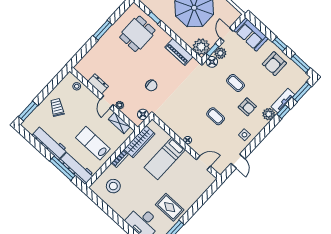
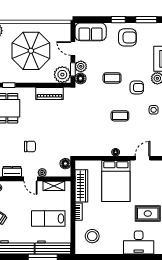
armchair: (274, 64) -> (127, 37), turned -90
chair: (151, 85) -> (30, 146), moved
bed: (165, 158) -> (116, 181), width x1.50

